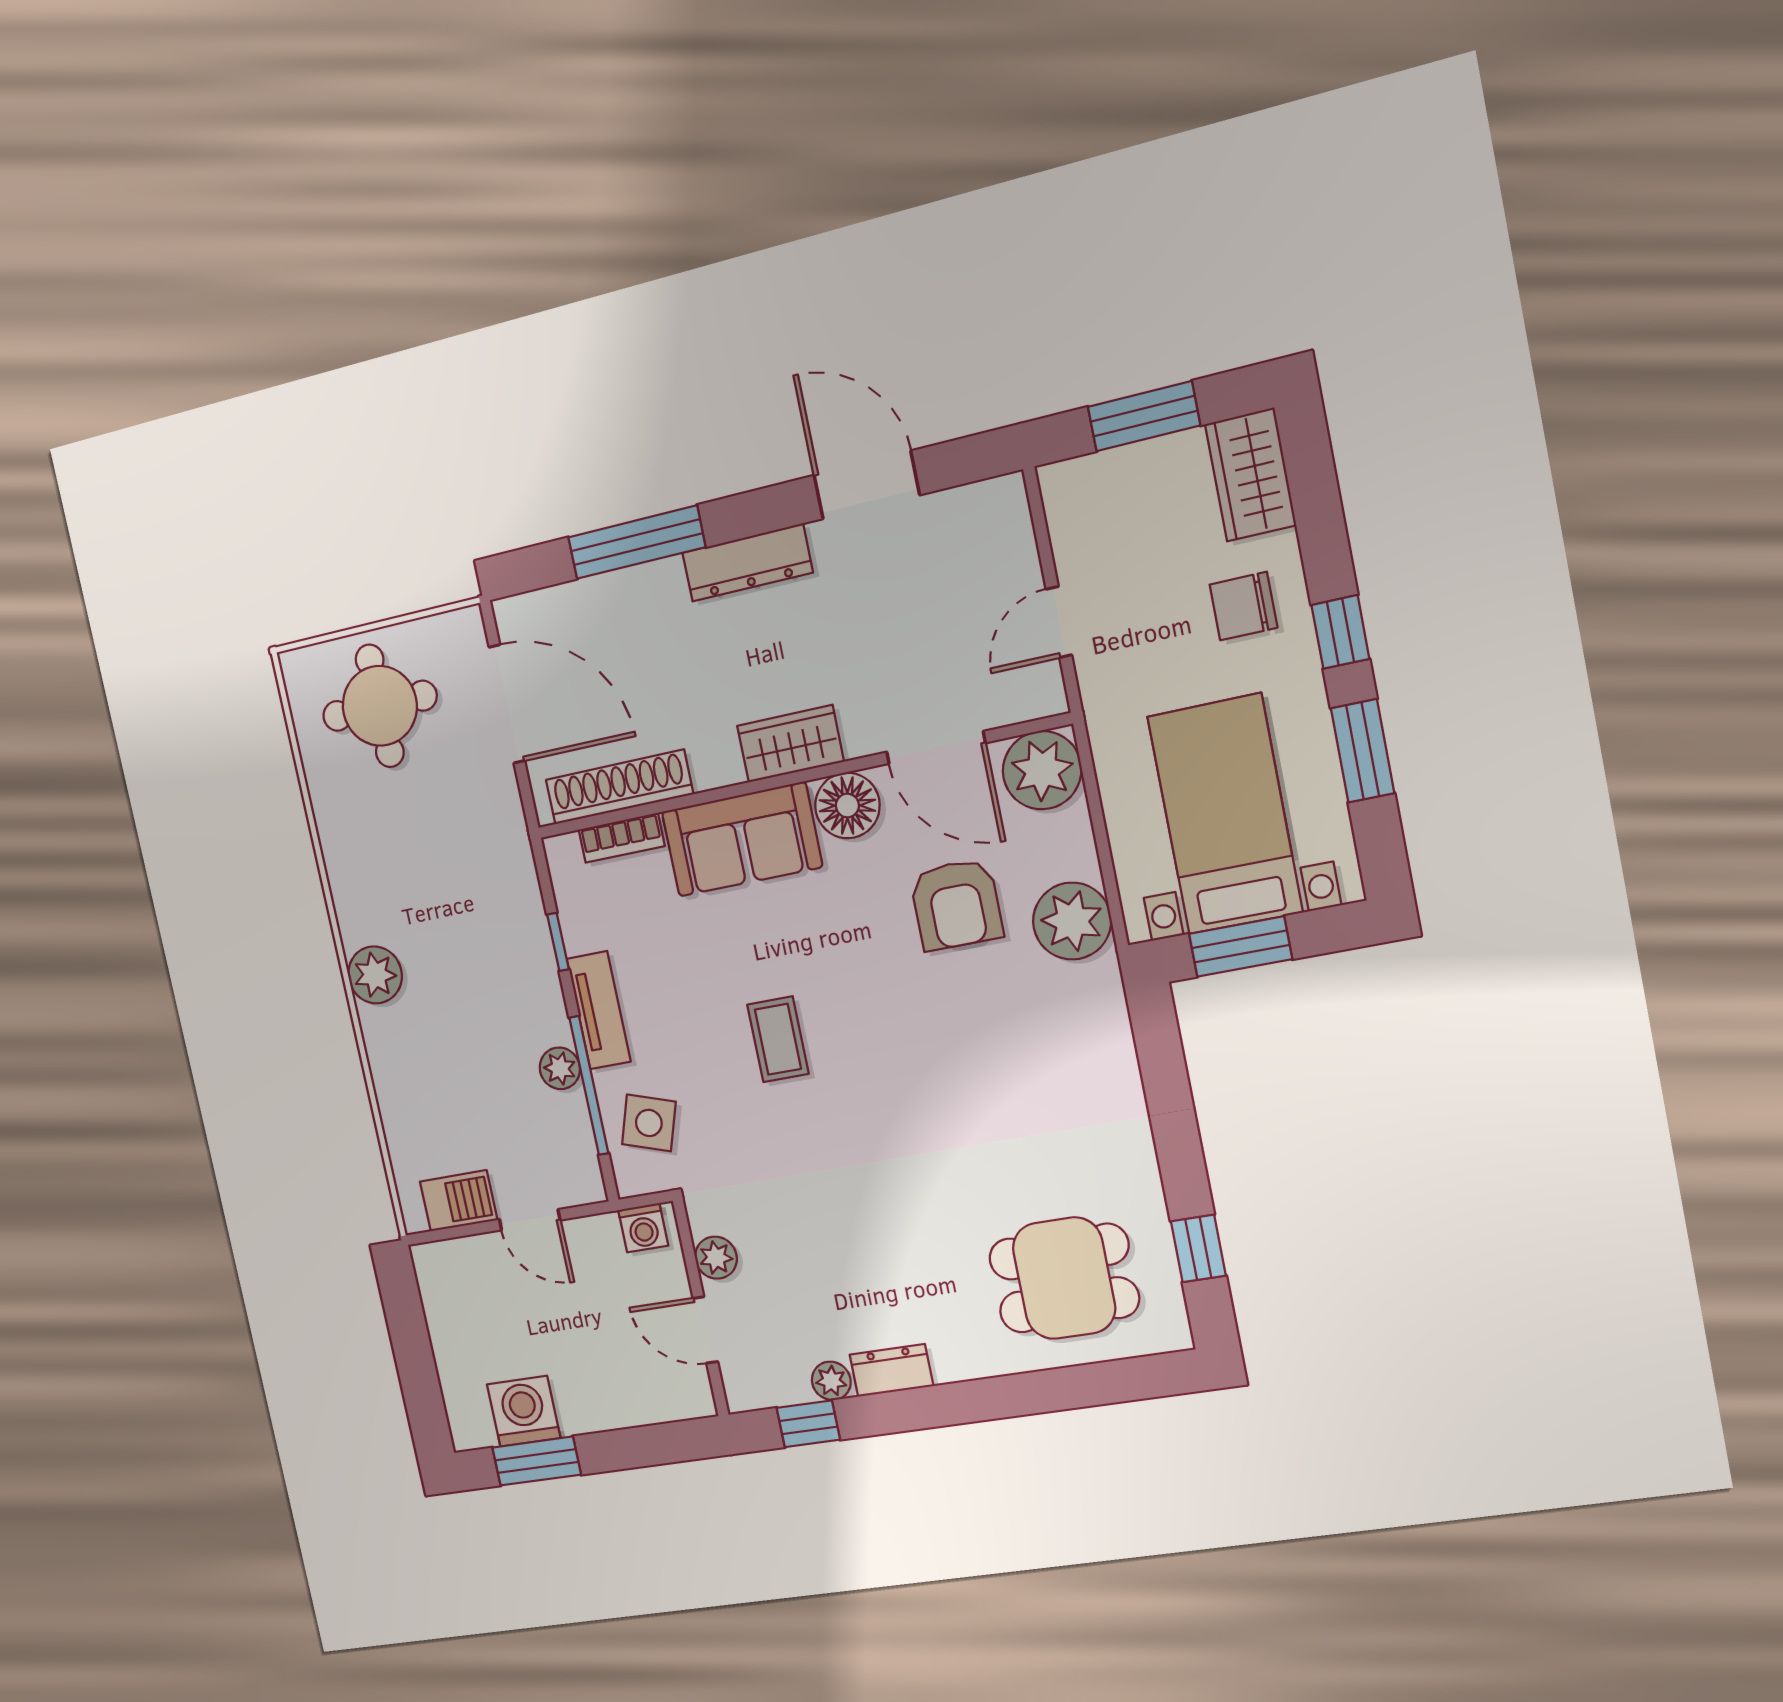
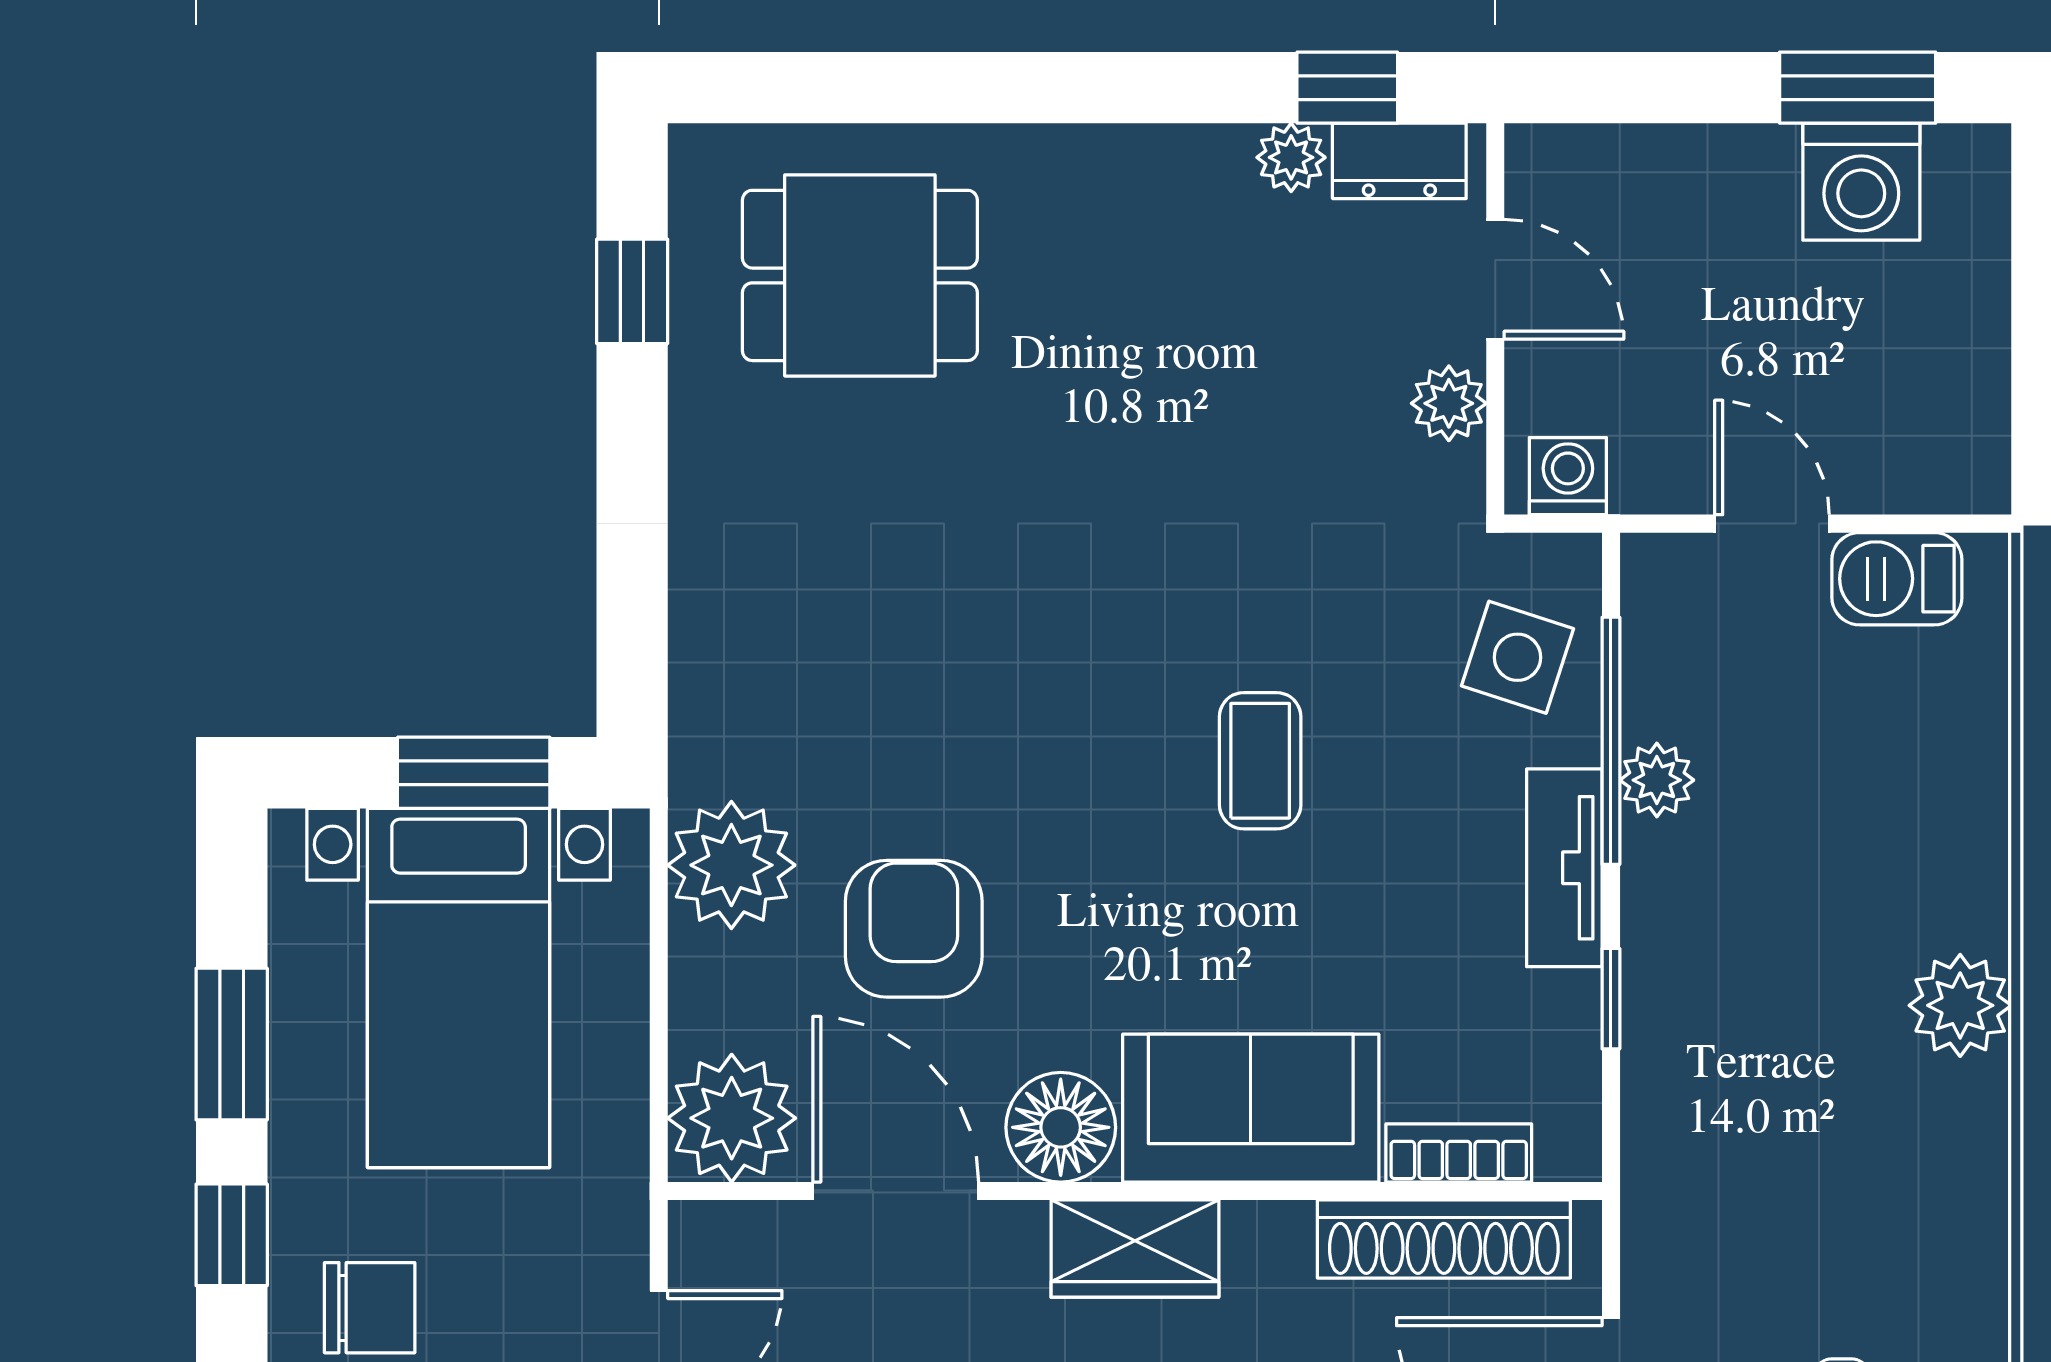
dresser: (891, 1370) -> (1399, 161), moved

